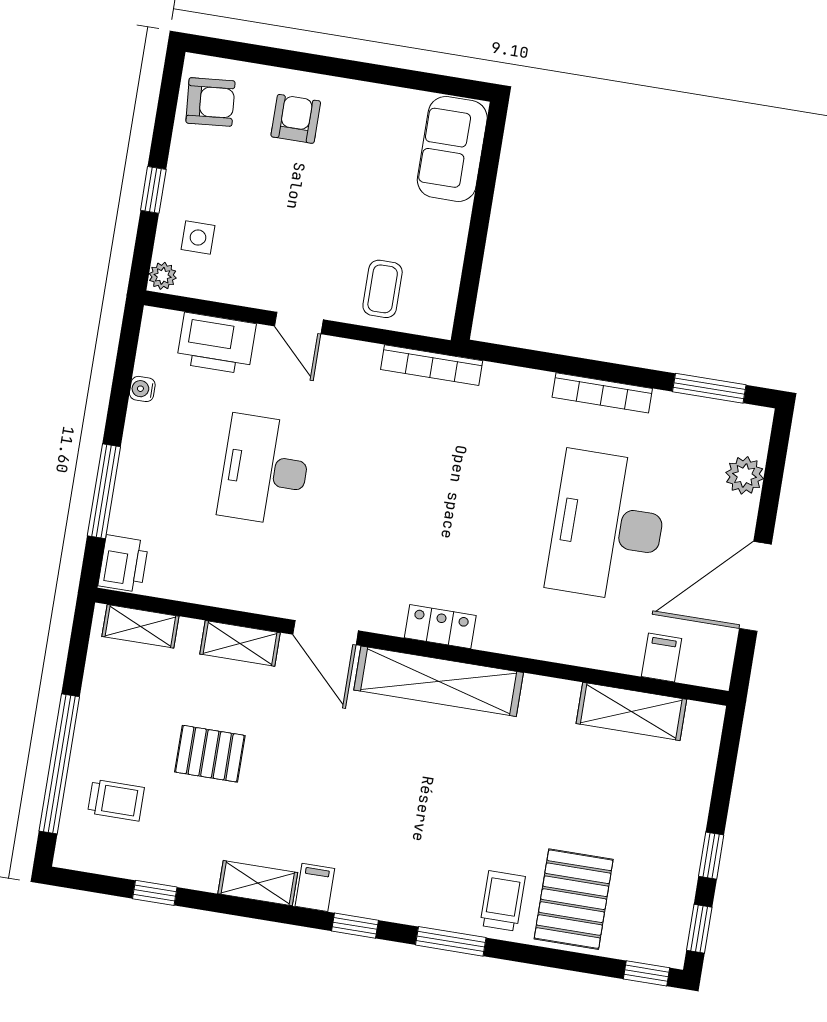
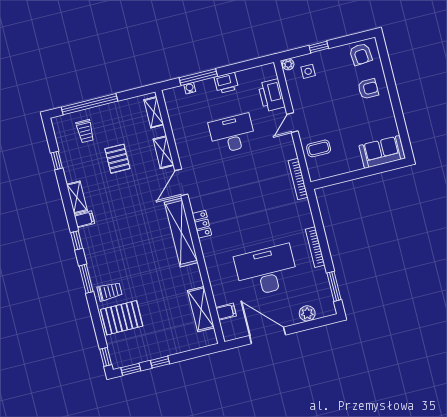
water cooler: (142, 389) -> (190, 88), moved
printer: (123, 564) -> (226, 83), moved

